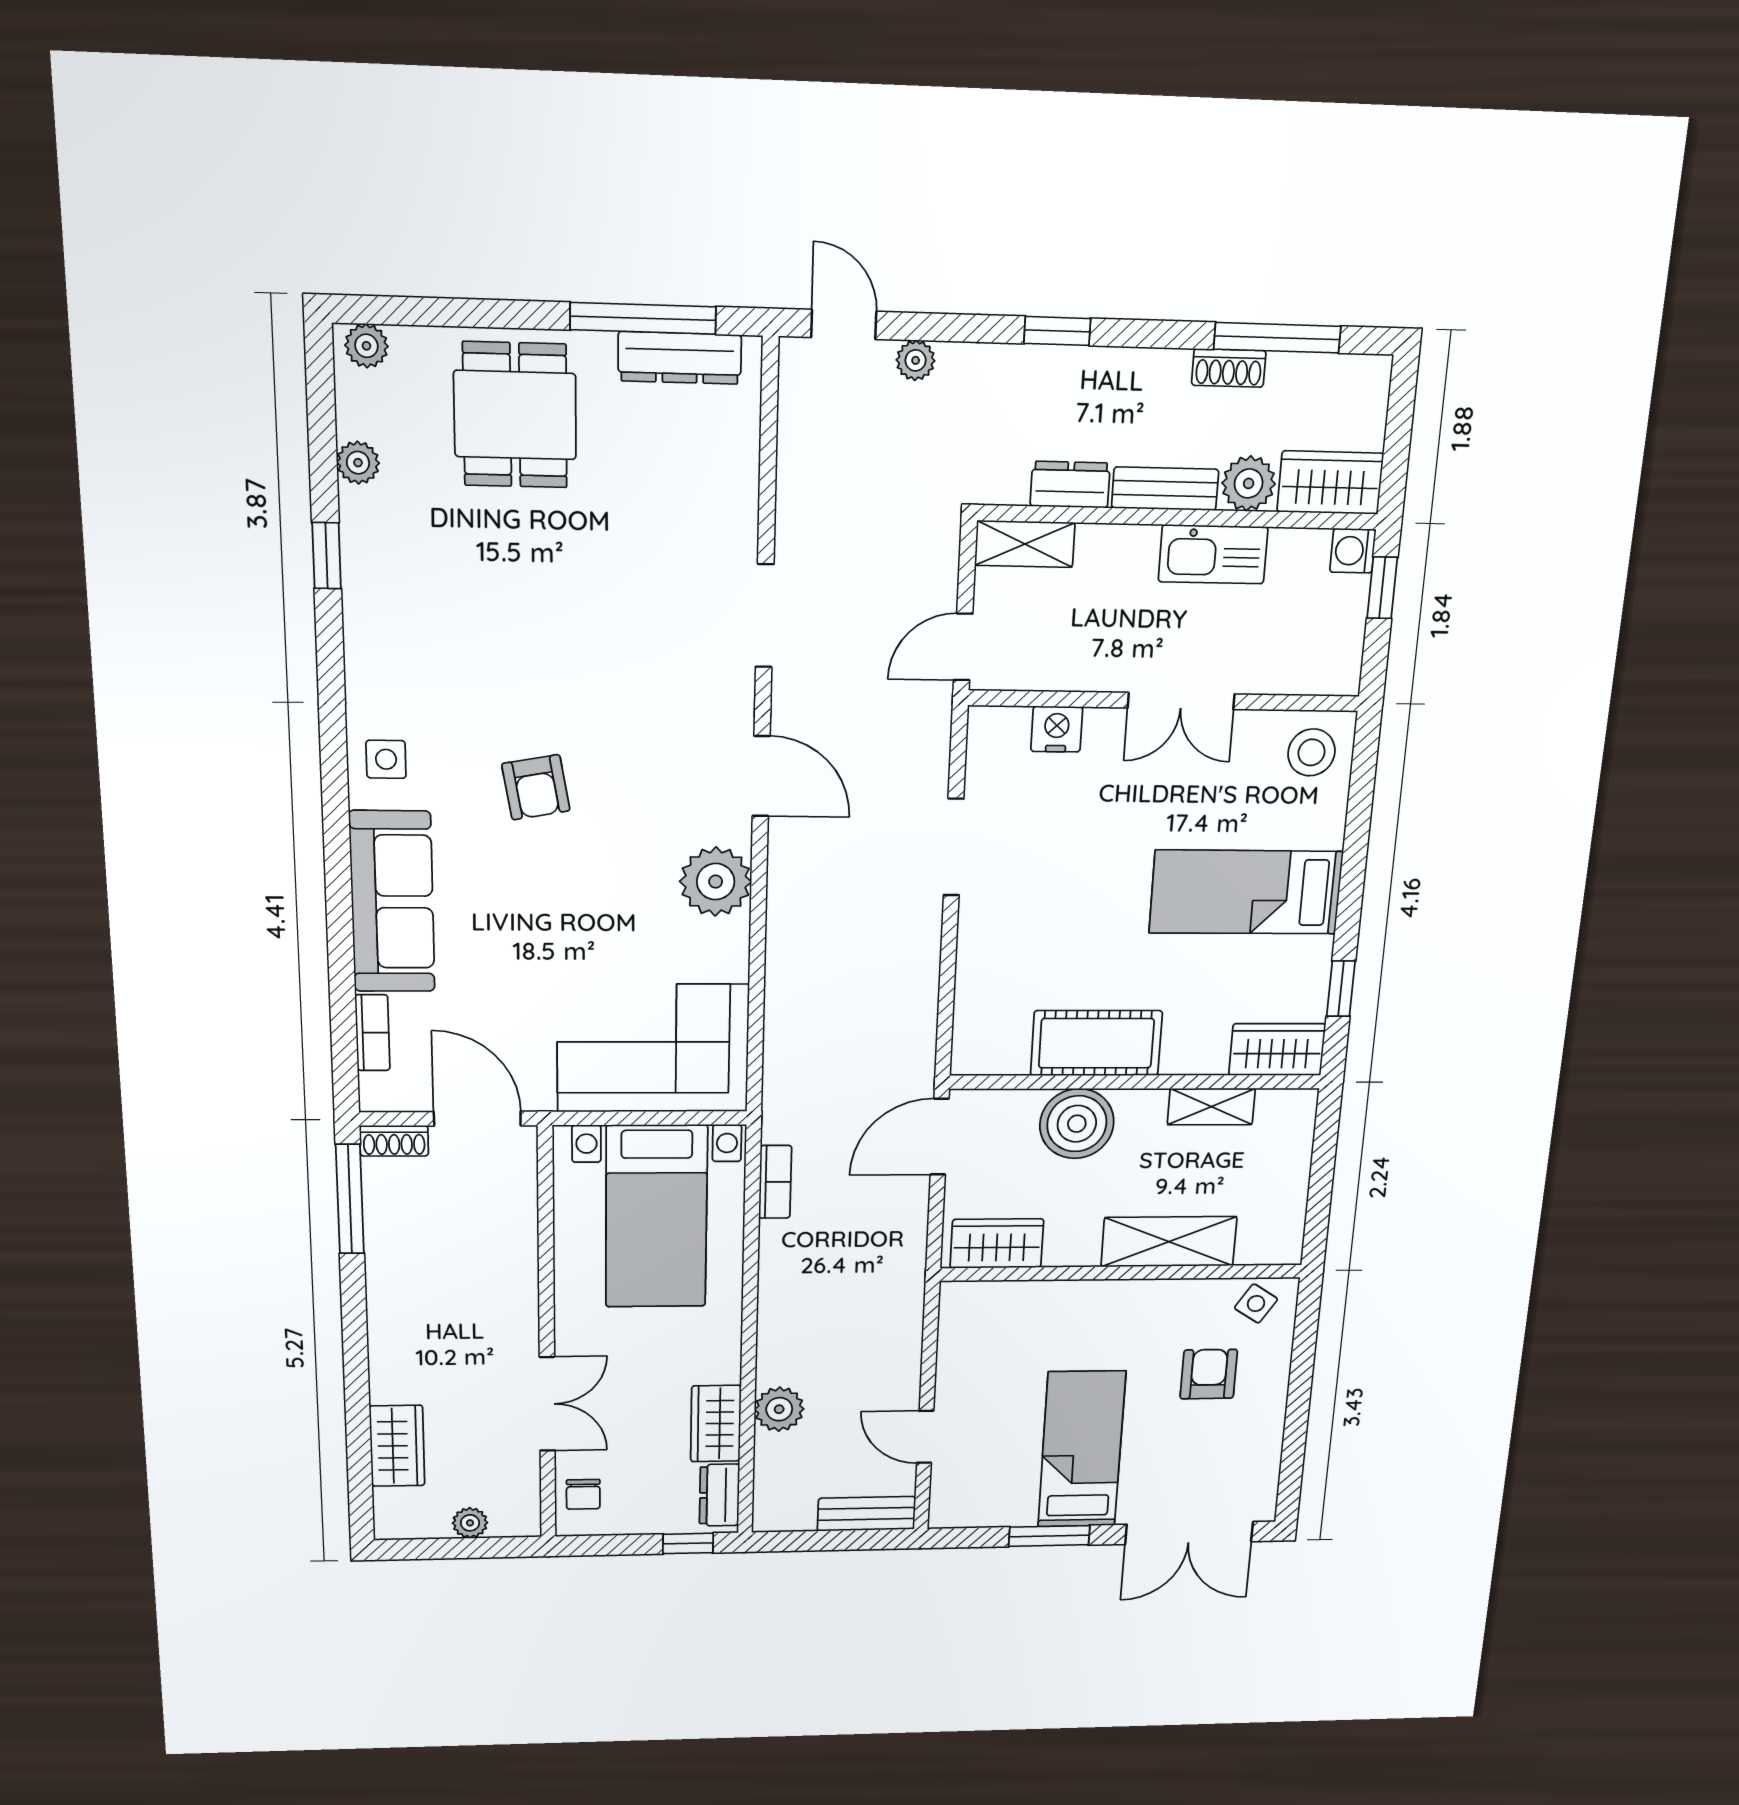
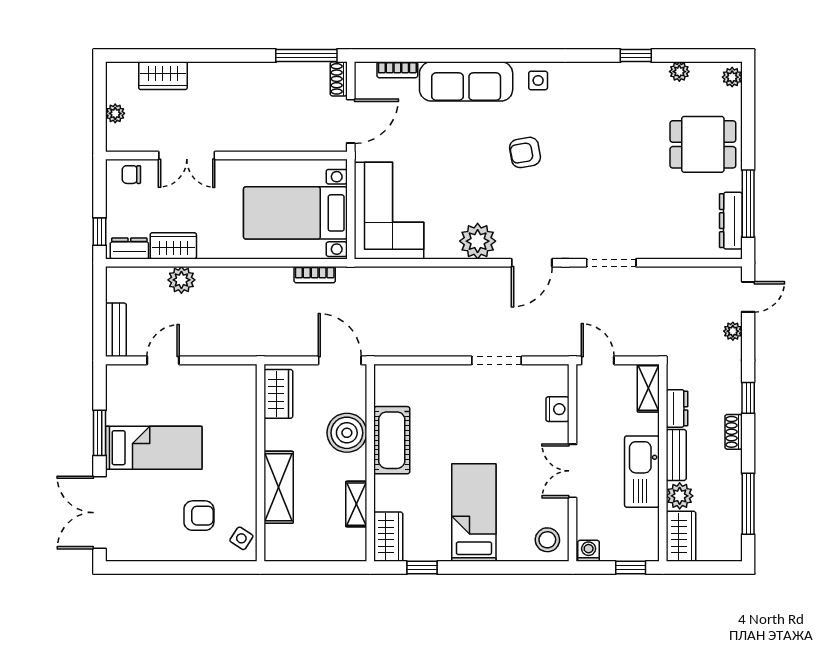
shoe rack: (1229, 368) -> (734, 432), moved
washing machine: (1353, 551) -> (589, 551), moved
kitchen sink: (1213, 554) -> (642, 472), width x1.36, depth x1.24

